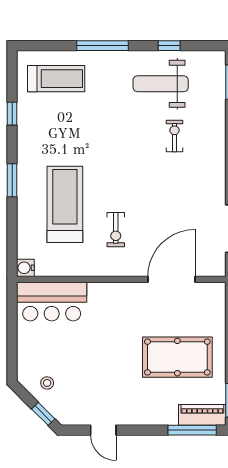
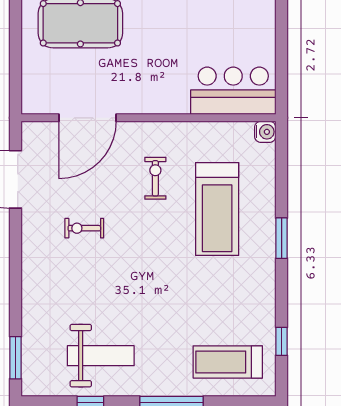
window: (12, 114) -> (282, 341), moved
exercise bike: (175, 136) -> (84, 228), moved, turned 90

